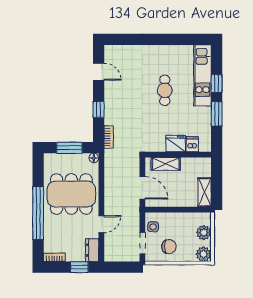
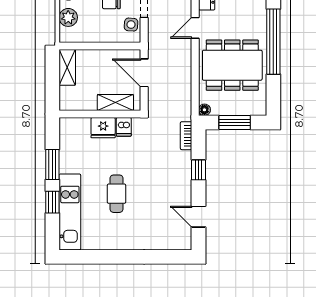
dishwasher: (192, 144) -> (124, 127), moved

